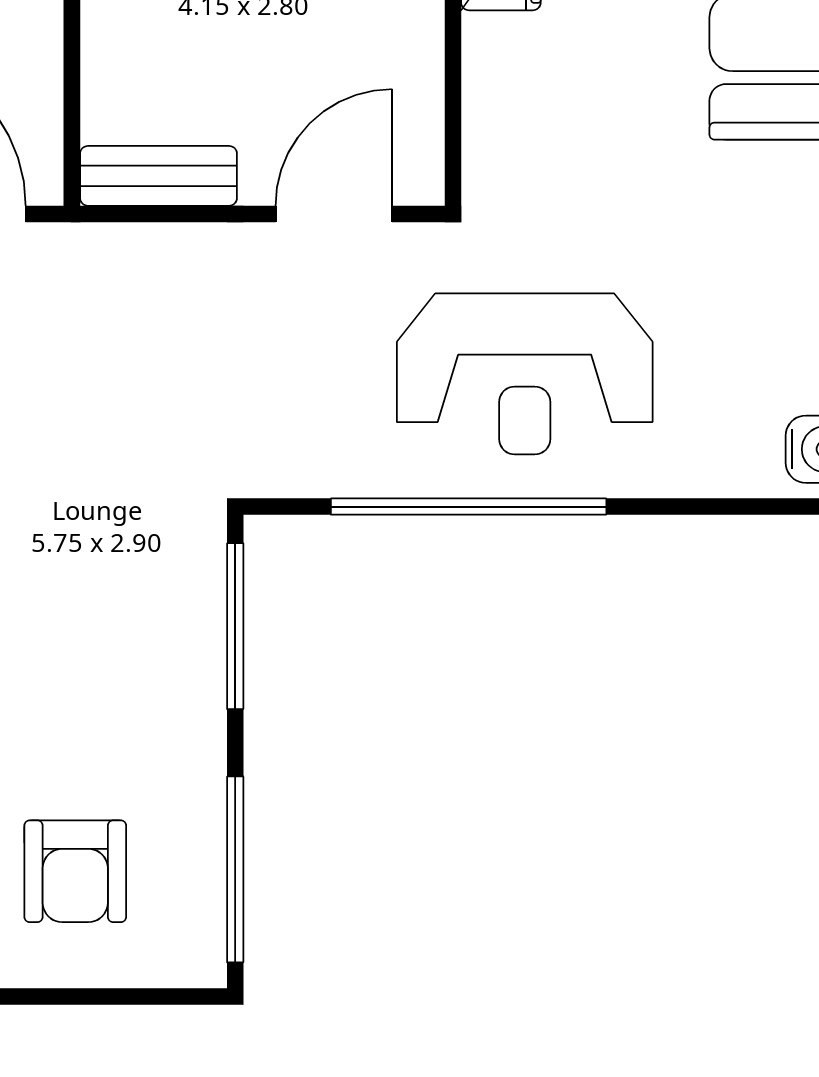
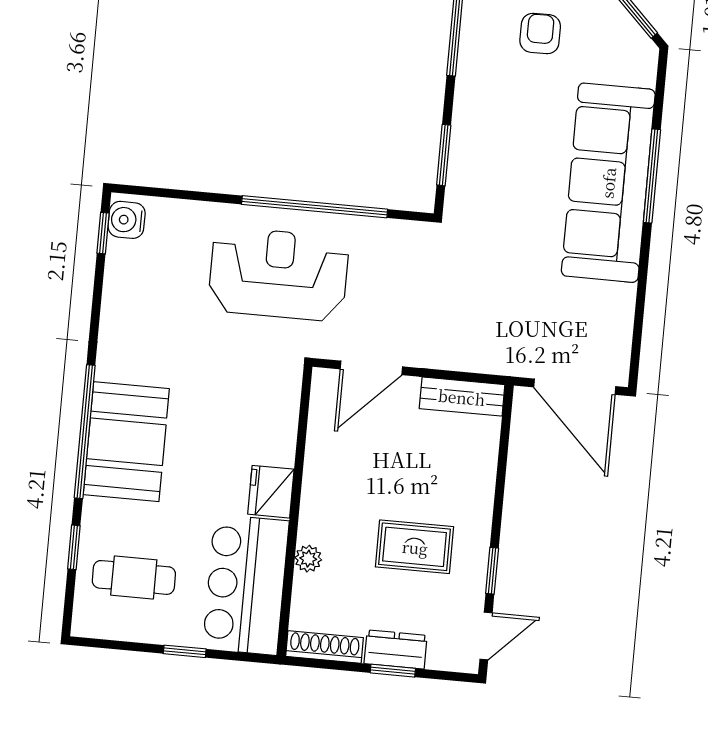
window: (235, 626) -> (444, 155), width x0.69
armchair: (75, 871) -> (540, 33), width x0.72, depth x0.72

